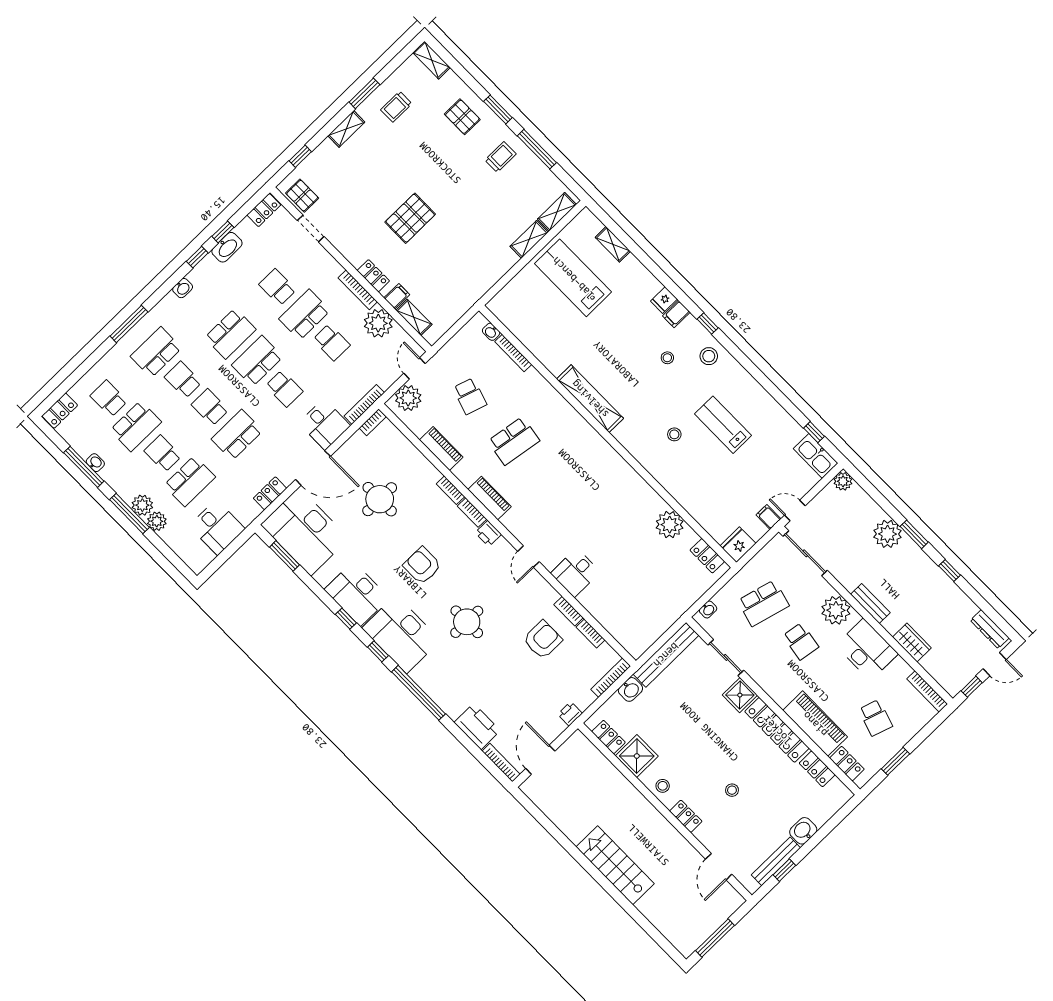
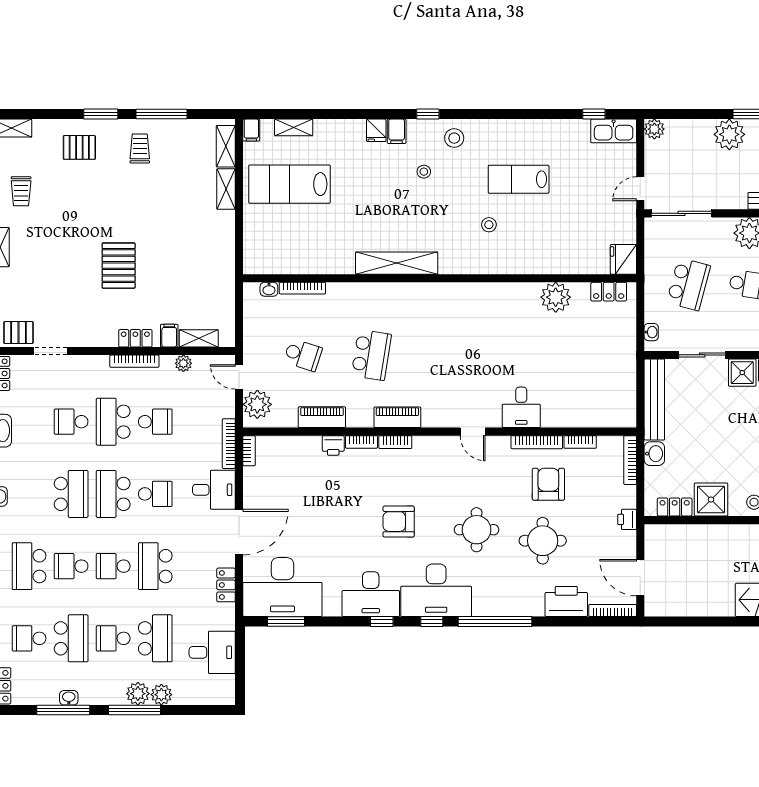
plant: (378, 323) -> (183, 363), width x0.53, depth x0.53
round table: (380, 499) -> (543, 541), moved
filing cabinet: (769, 517) -> (251, 130), moved, turned -90
printer: (488, 533) -> (333, 445), moved
bookcase: (569, 611) -> (537, 442), width x1.56

